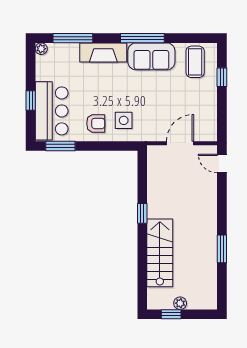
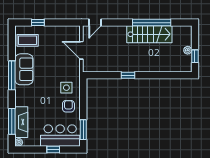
fireplace: (103, 52) -> (21, 122), moved
window: (222, 249) -> (152, 23), width x2.11
stairs: (160, 253) -> (149, 34), moved, turned 180

